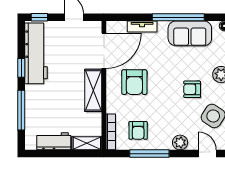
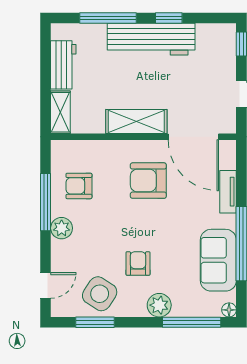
workbench: (36, 53) -> (151, 39), moved
bookcase: (111, 132) -> (77, 147), removed
plant: (180, 142) -> (62, 228), moved

